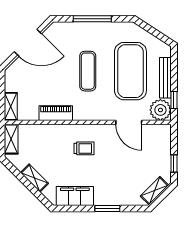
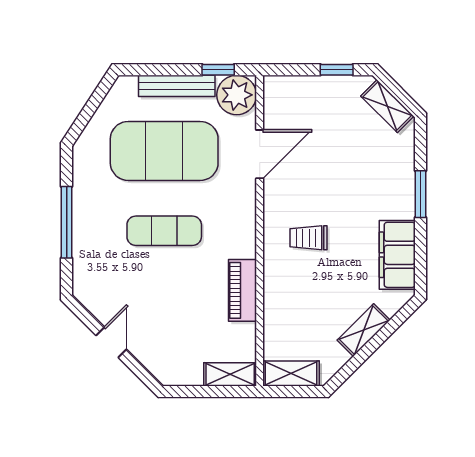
door: (28, 43) -> (111, 342), width x0.53
trolley: (84, 148) -> (309, 238), turned -90

